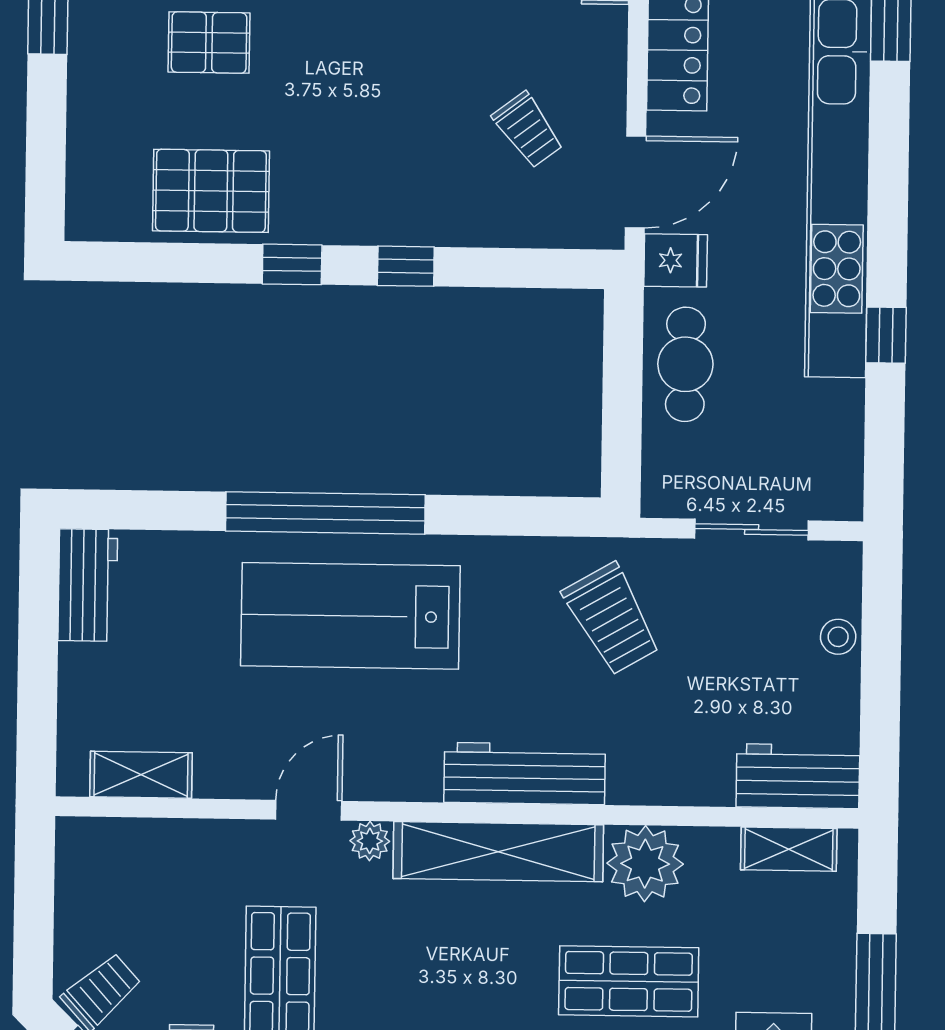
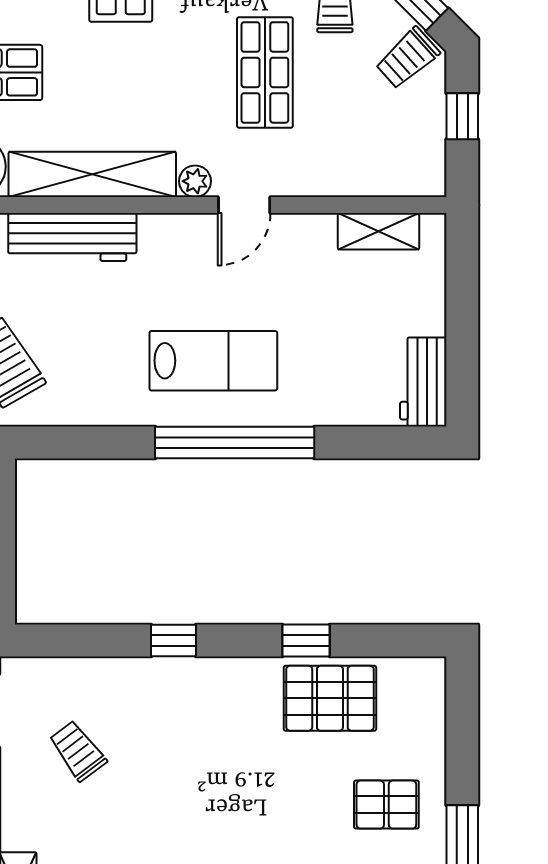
pallet: (209, 43) -> (386, 805), moved
window: (292, 264) -> (306, 641), moved
lab bench: (350, 616) -> (213, 361), width x0.73, depth x0.72
window: (34, 917) -> (462, 116), added

